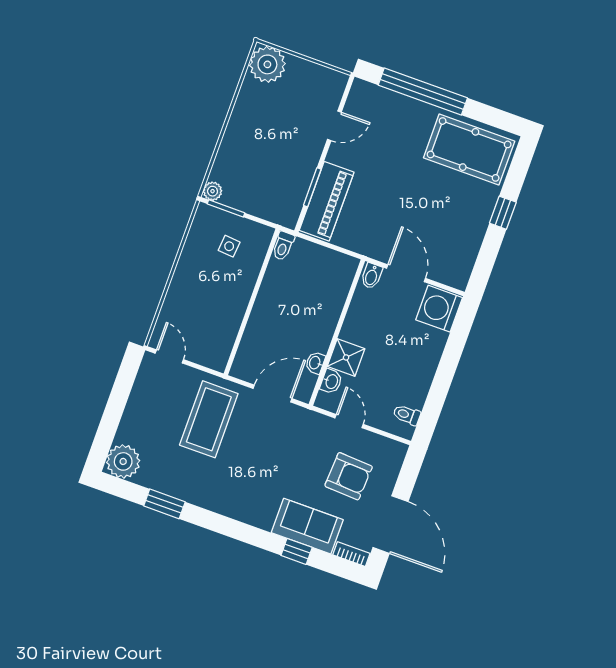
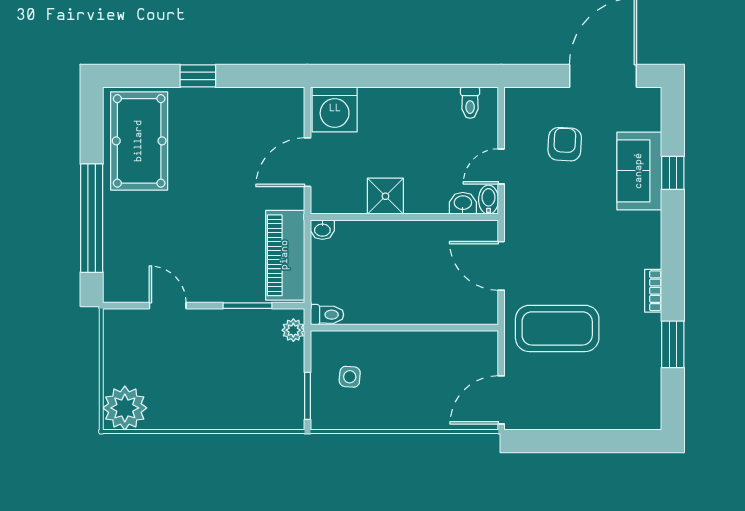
plant: (213, 191) -> (293, 330), moved
piano: (327, 201) -> (285, 255), moved, turned -90
bidet: (372, 276) -> (488, 200), moved, turned -90
door: (169, 356) -> (501, 400), width x1.38
shower: (346, 357) -> (385, 196), moved
washbasin: (315, 363) -> (322, 230), moved
plant: (123, 461) -> (641, 409), removed
armchair: (349, 476) -> (565, 144), width x0.72, depth x0.72
bookcase: (351, 554) -> (653, 291), moved

